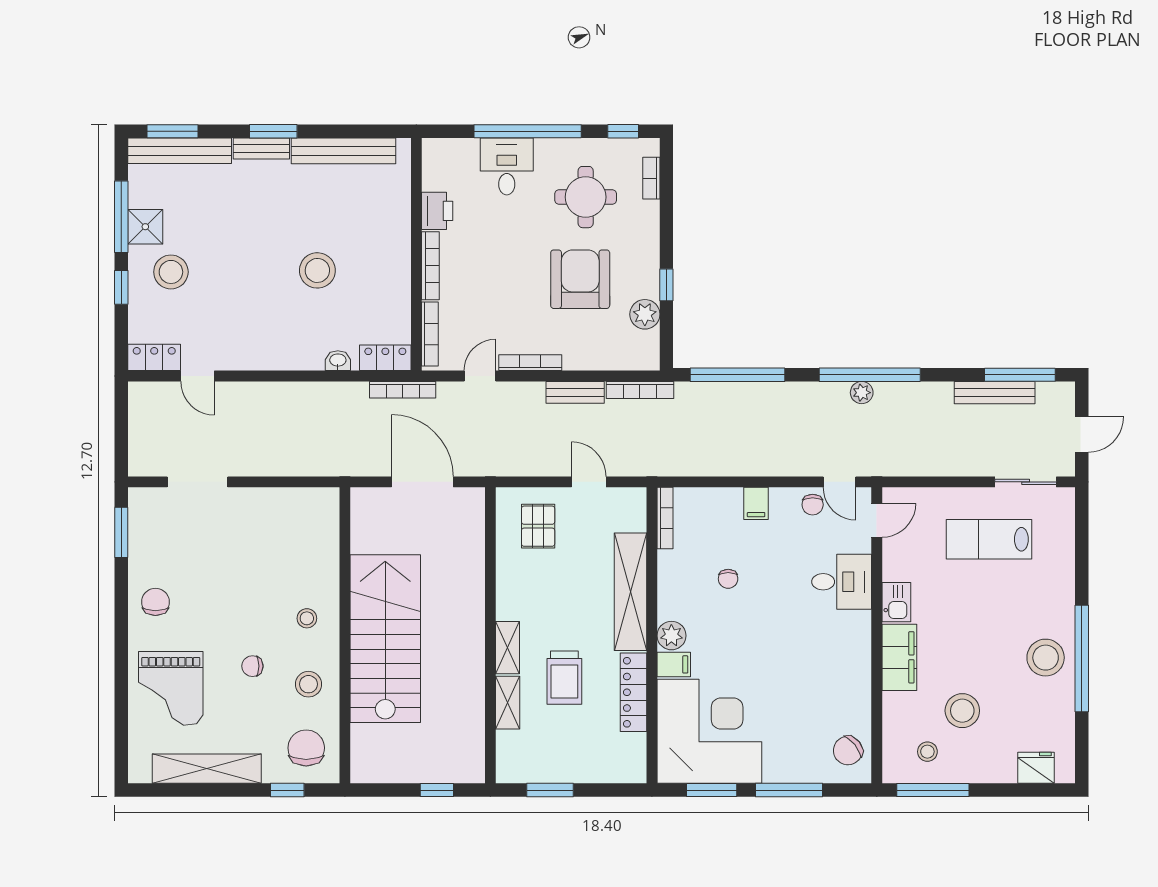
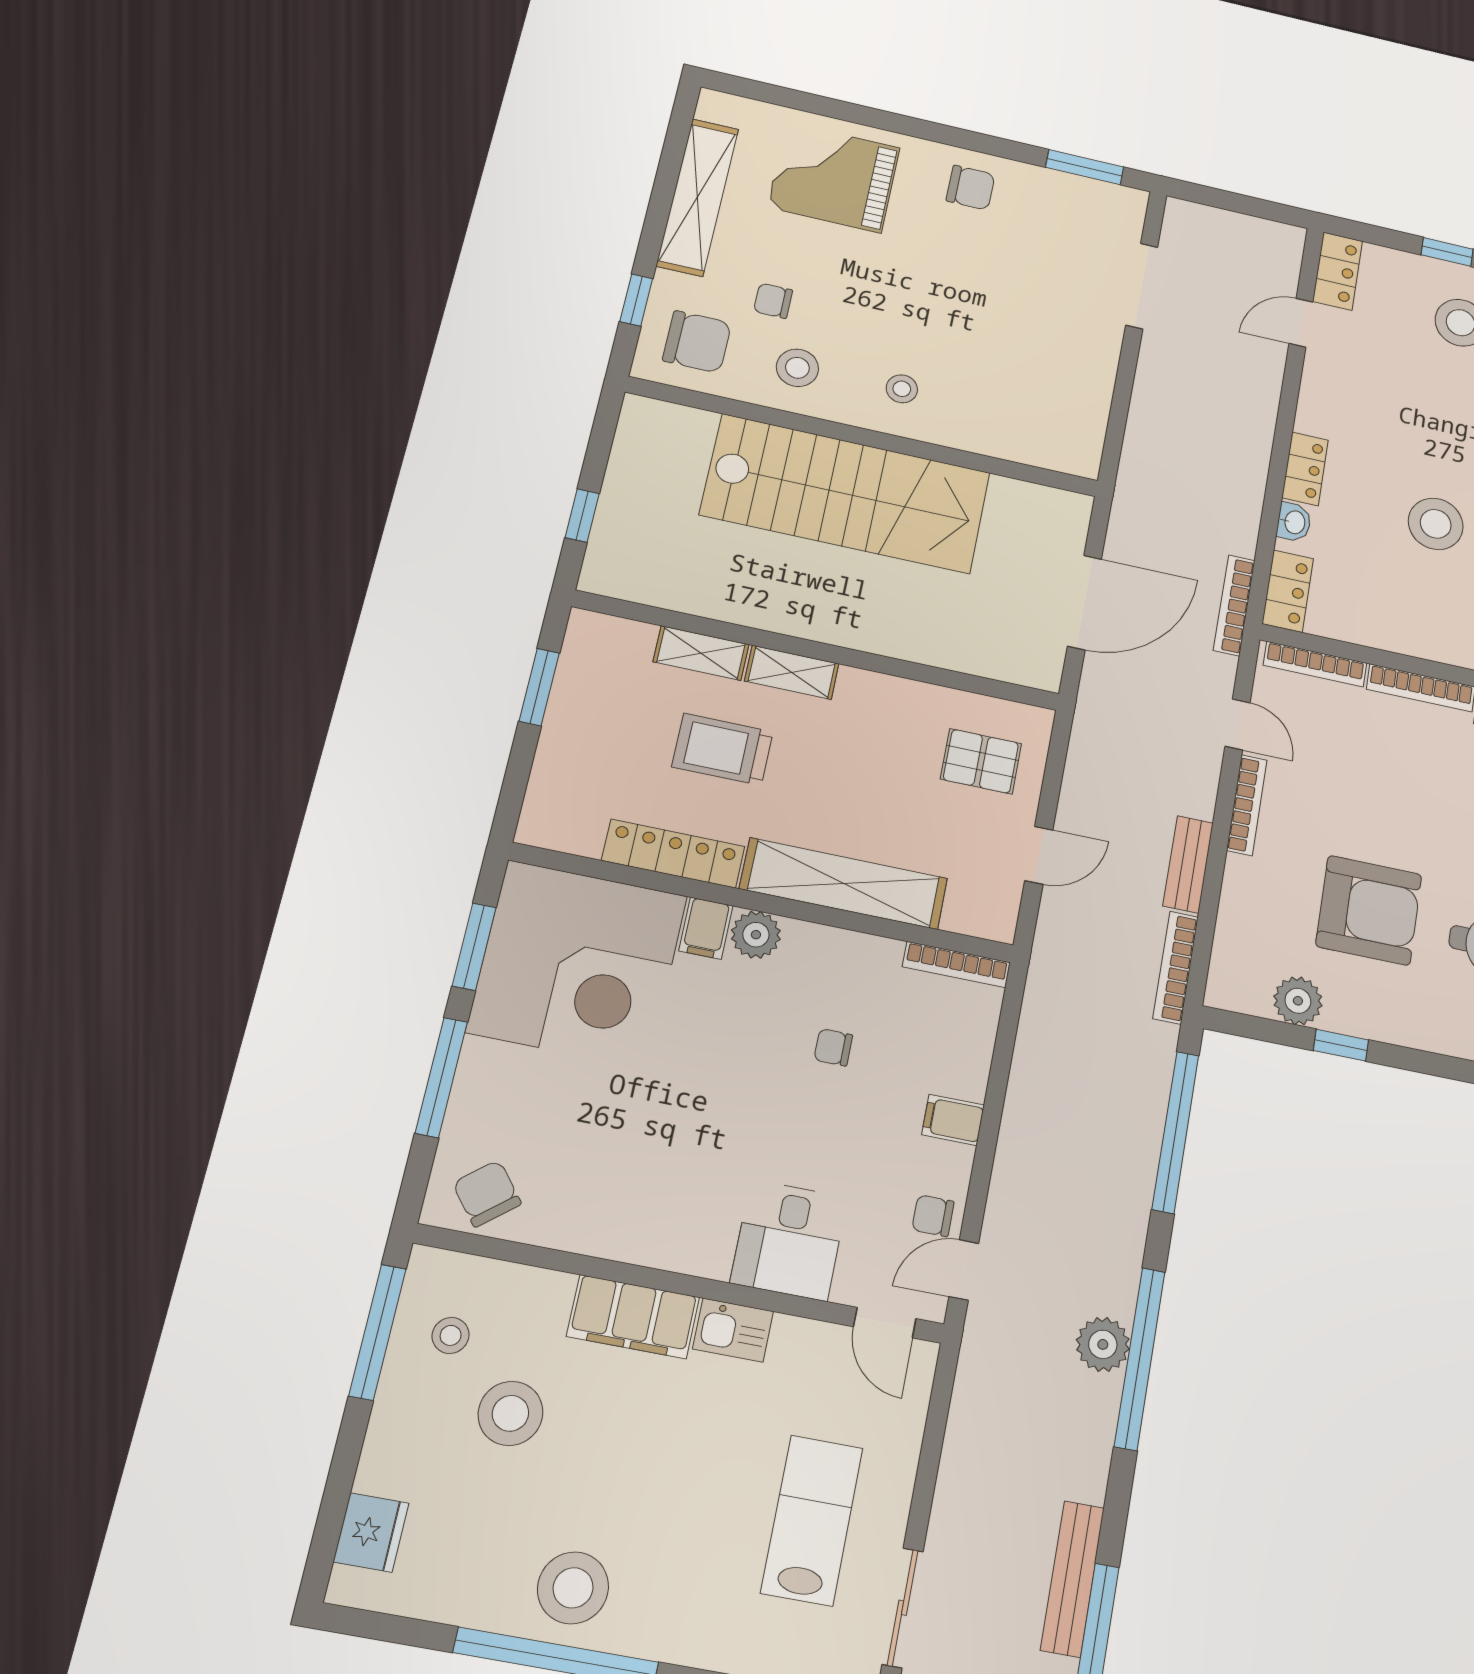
locker: (300, 359) -> (1305, 469), added
plant: (862, 393) -> (1103, 1344), width x1.38, depth x1.38
chair: (252, 666) -> (773, 301), moved, turned -90

